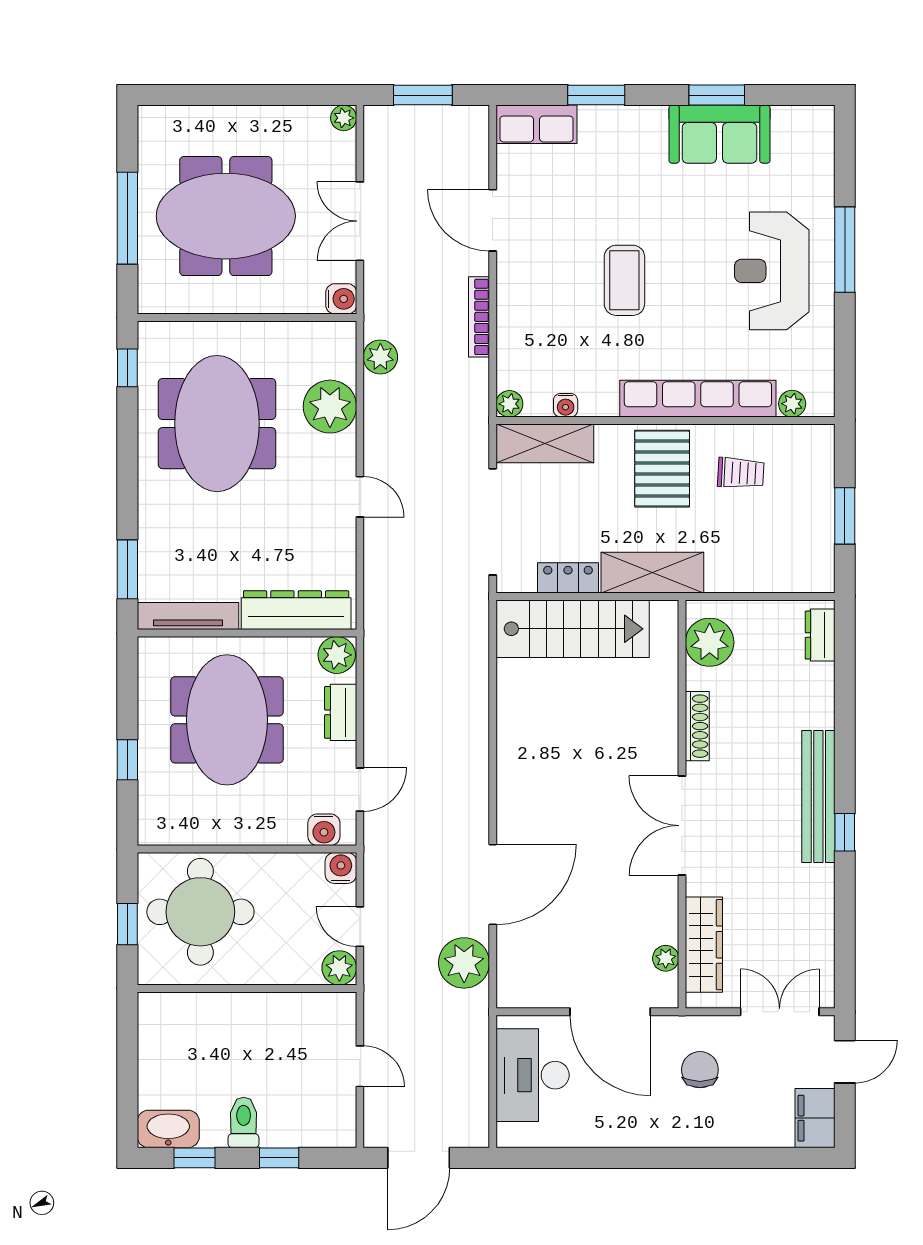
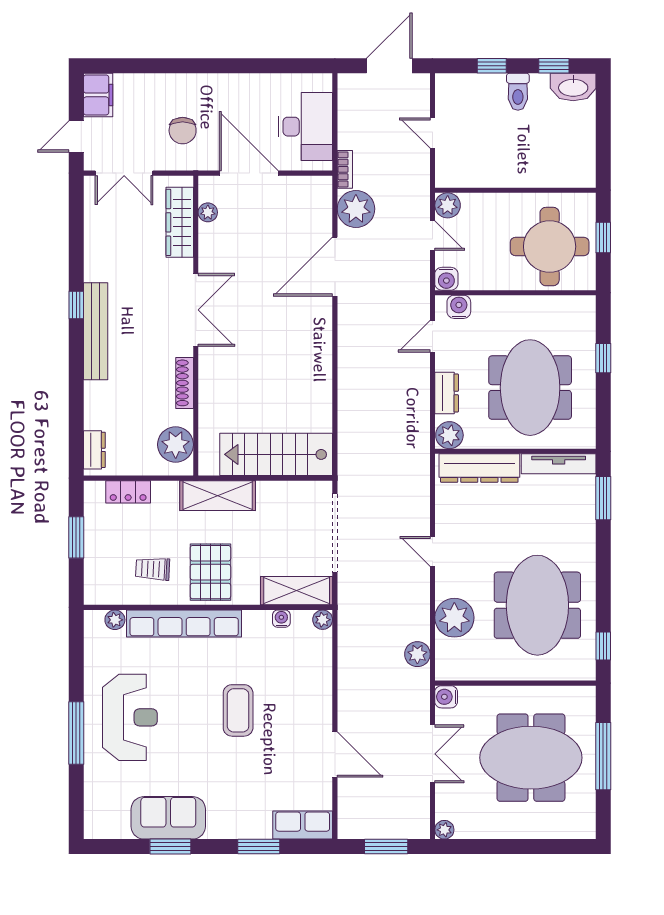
bookcase: (479, 317) -> (345, 169), moved, width x0.64
locker: (568, 578) -> (128, 492), moved

